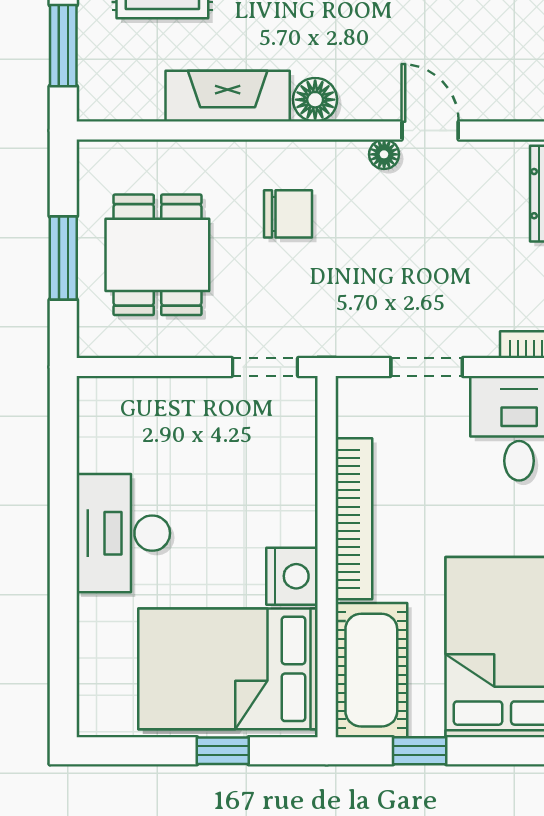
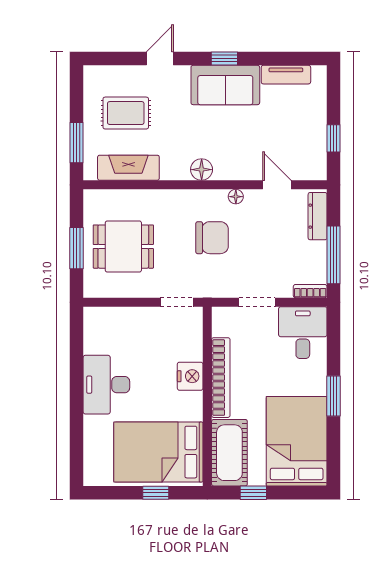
fireplace: (228, 96) -> (128, 168), moved
door: (430, 131) -> (277, 185), moved
chair: (288, 214) -> (212, 238), moved, width x1.37, depth x1.37
dining table: (157, 255) -> (123, 247), turned 90
nightstand: (292, 576) -> (190, 376), moved

